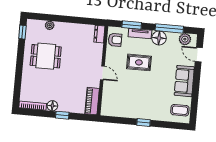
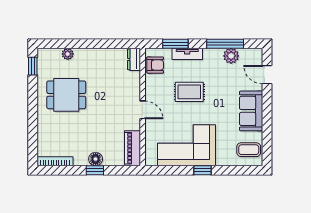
floor lamp: (159, 38) -> (213, 57), removed
plant: (185, 39) -> (231, 56), moved
corner sofa: (133, 103) -> (186, 145), added
floor lamp: (52, 106) -> (96, 159), moved

